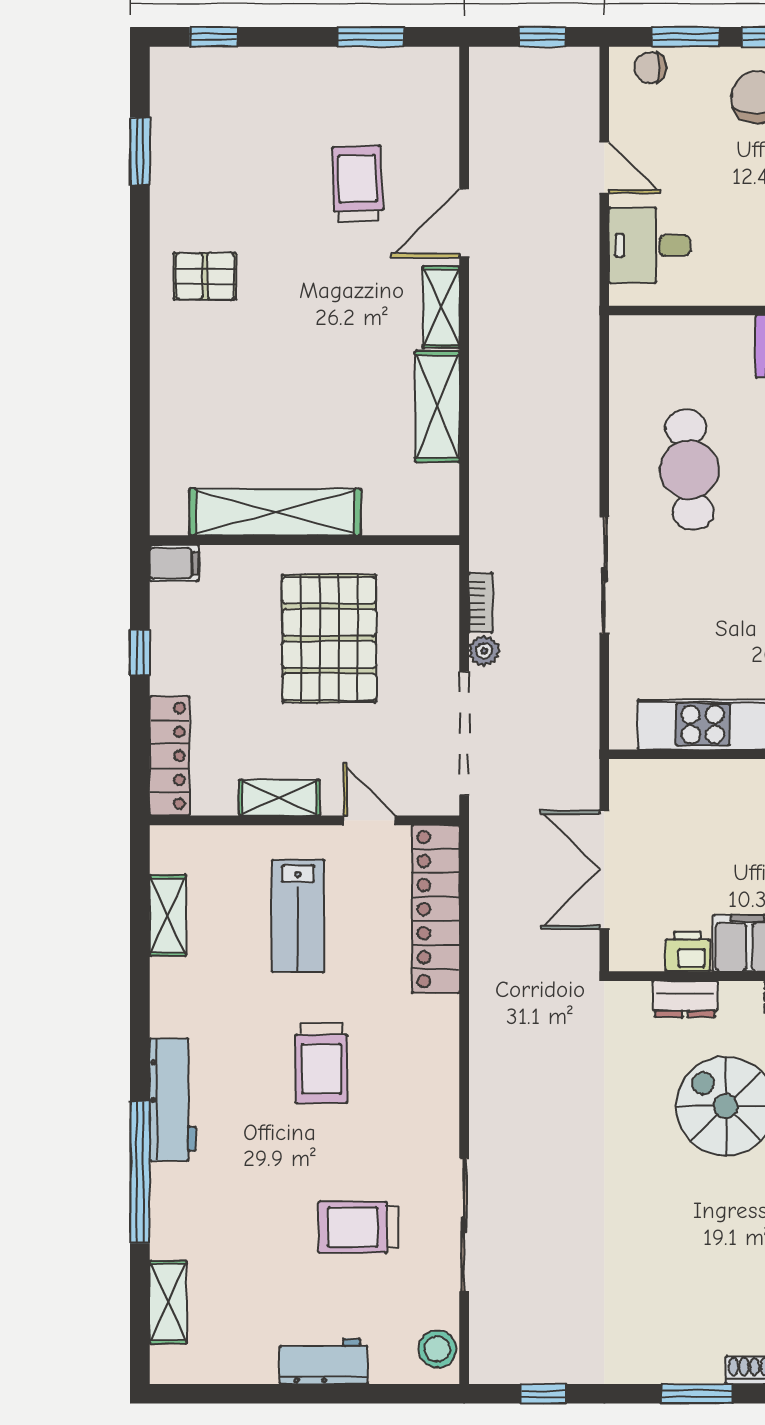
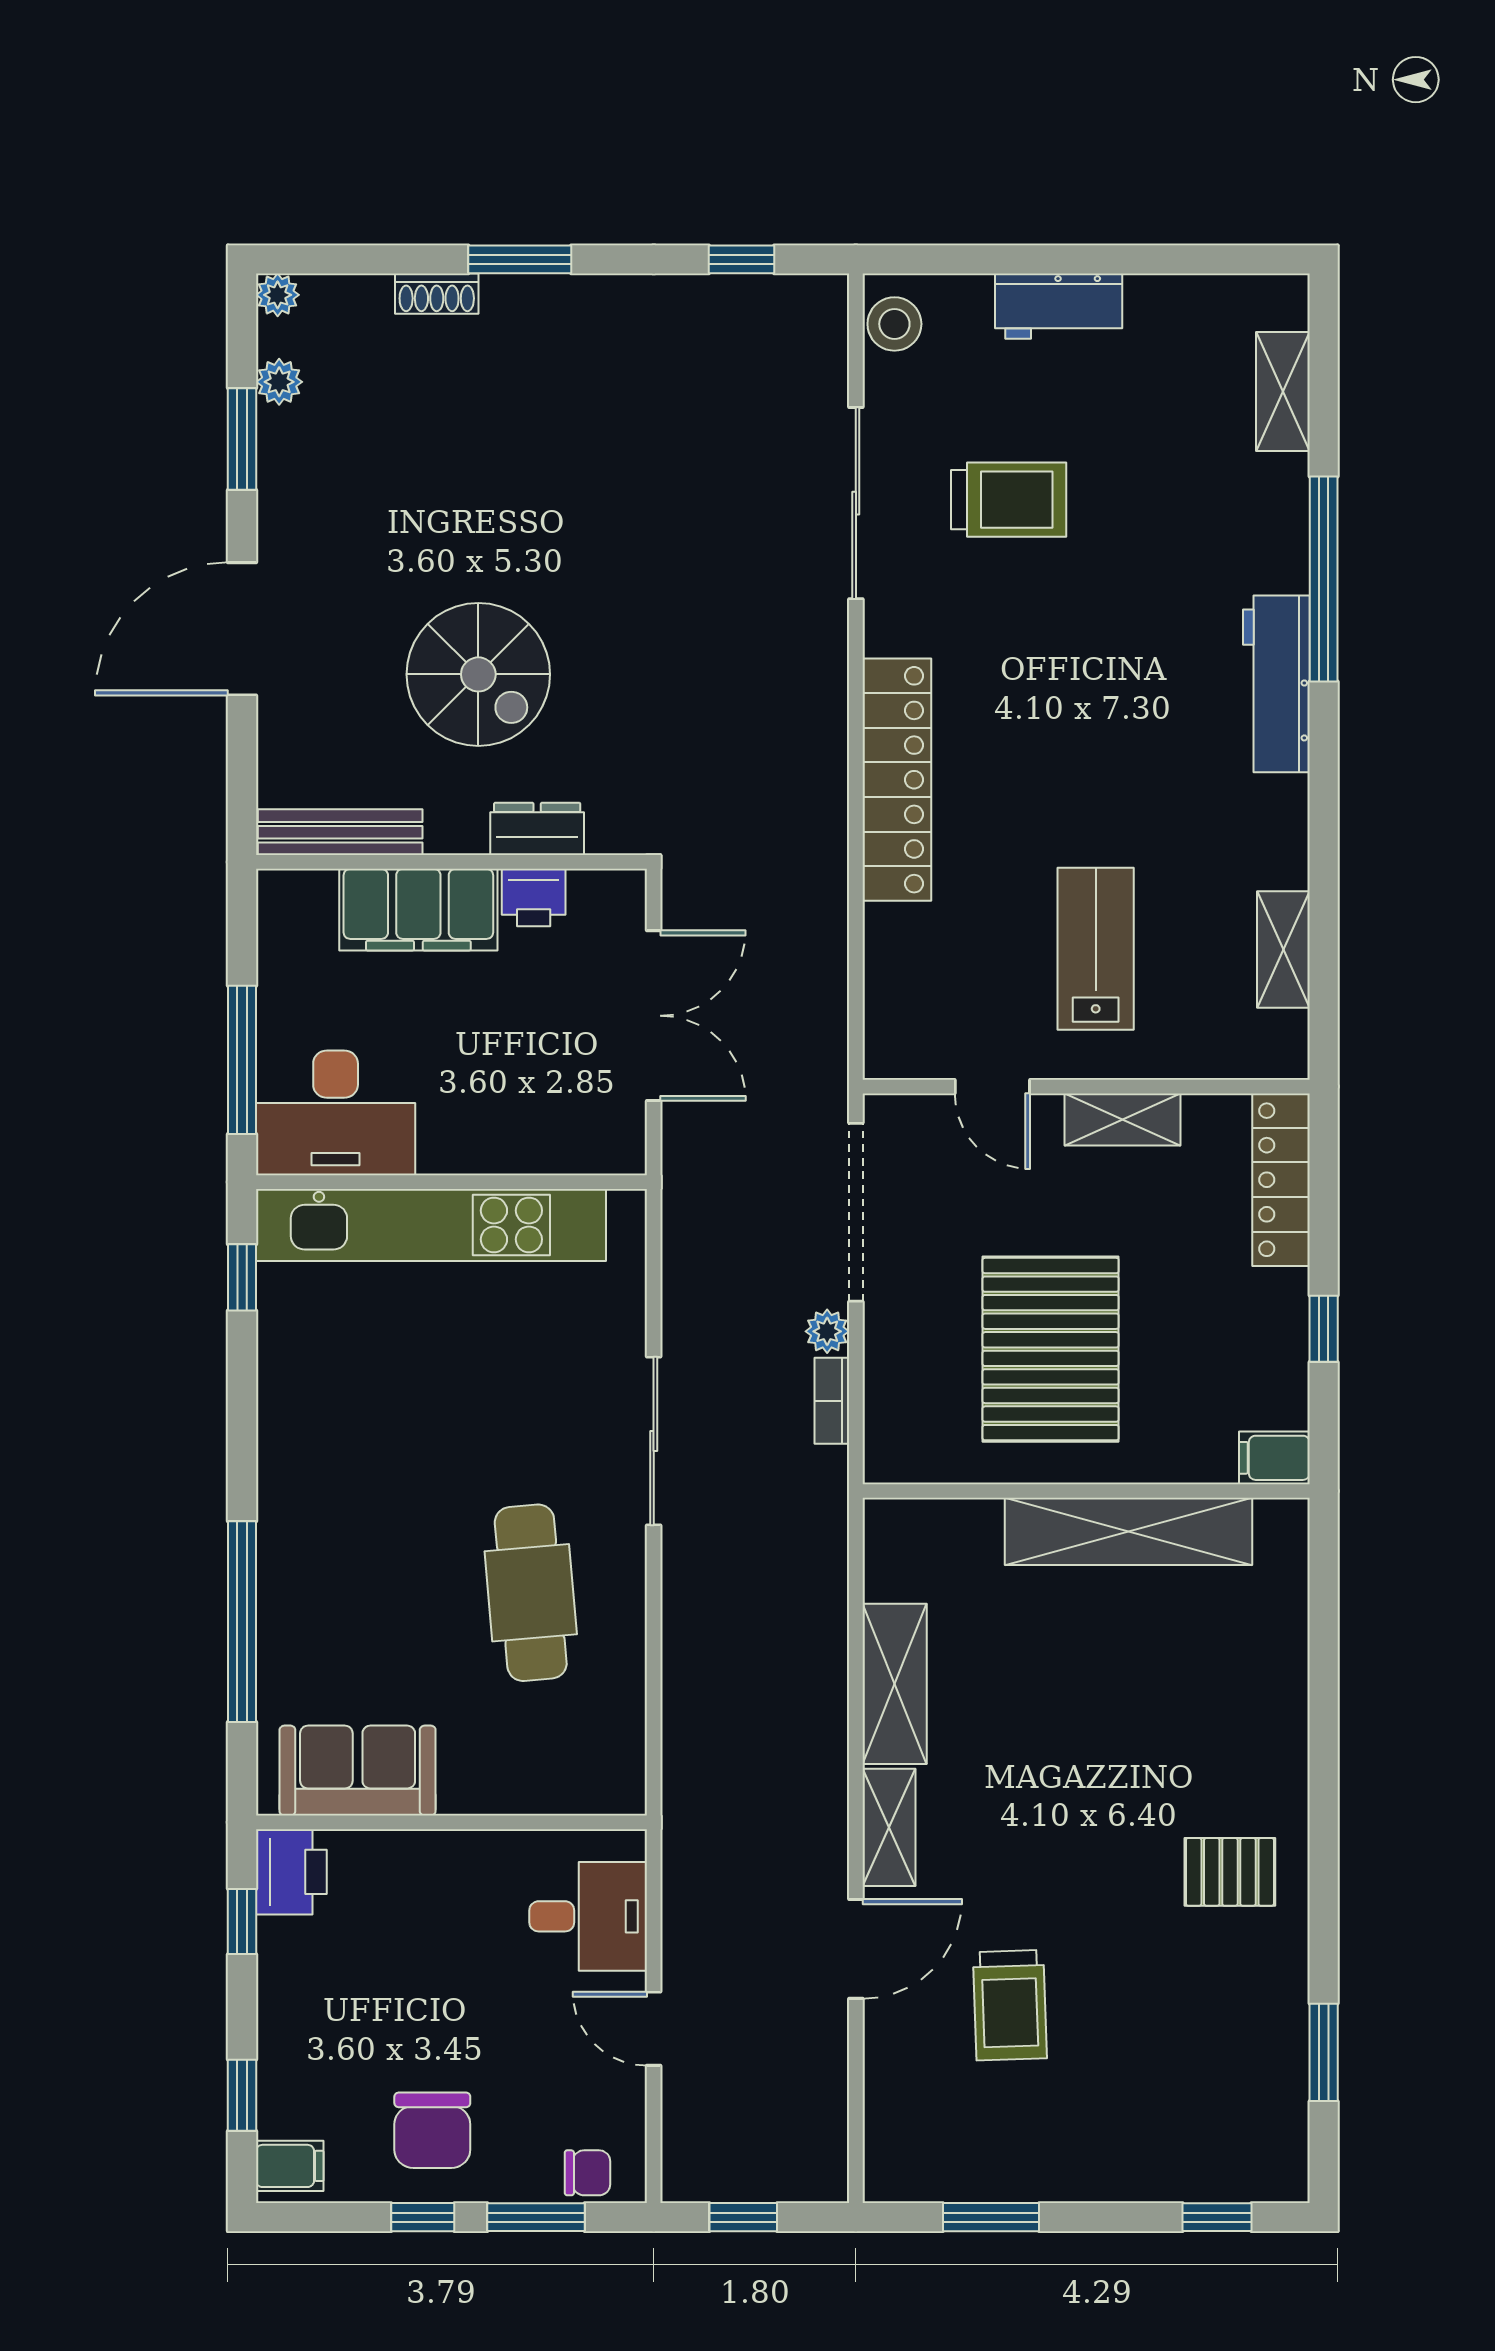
locker: (436, 909) -> (897, 780), moved
trolley: (321, 1063) -> (1062, 736), removed

